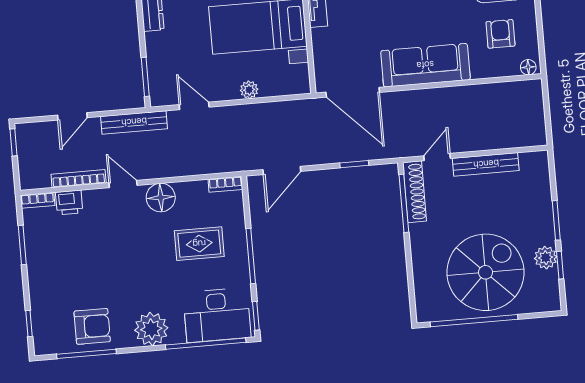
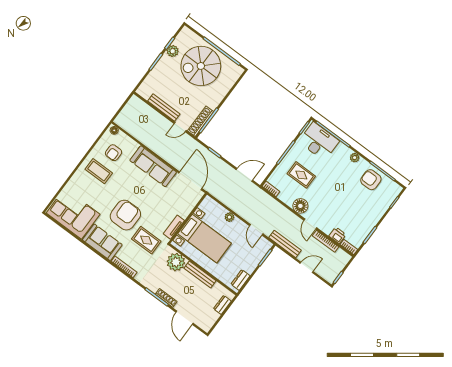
plant: (151, 329) -> (355, 158), width x0.53, depth x0.53

